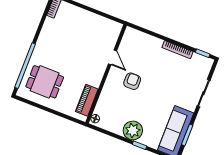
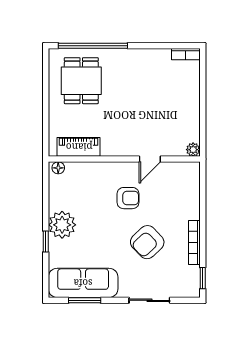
plant: (117, 27) -> (193, 150), added
armchair: (165, 80) -> (147, 242), added

